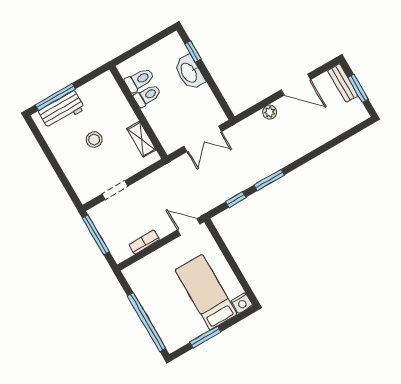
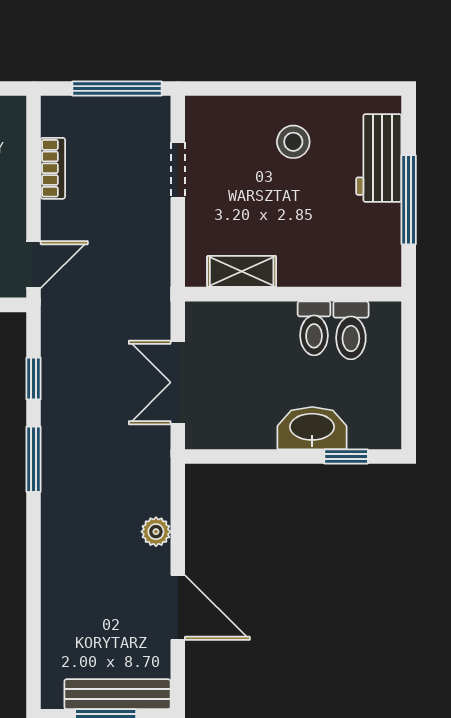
bench: (343, 83) -> (117, 694), width x1.36
door: (296, 85) -> (178, 607), swing flipped
window: (55, 97) -> (409, 200), moved
stool: (94, 140) -> (293, 142), moved

